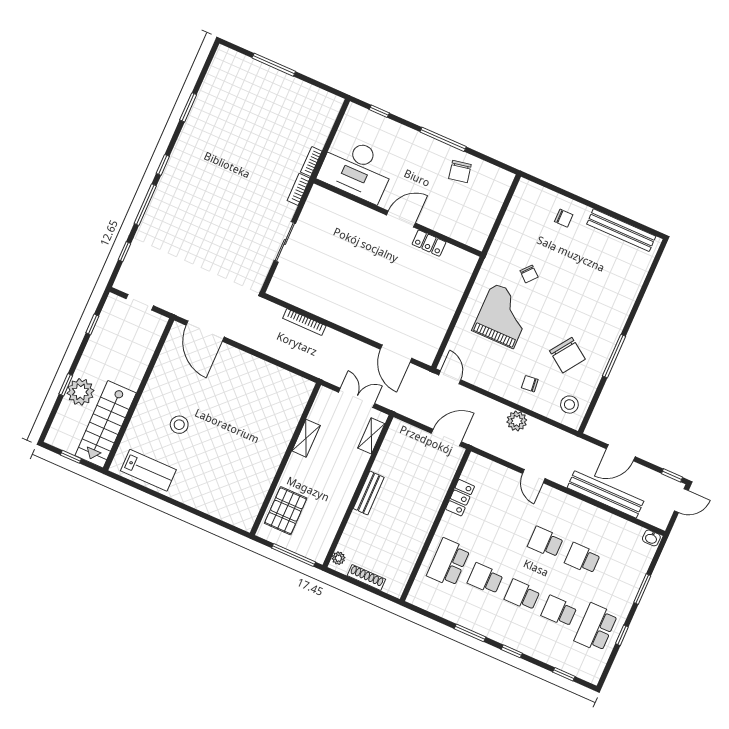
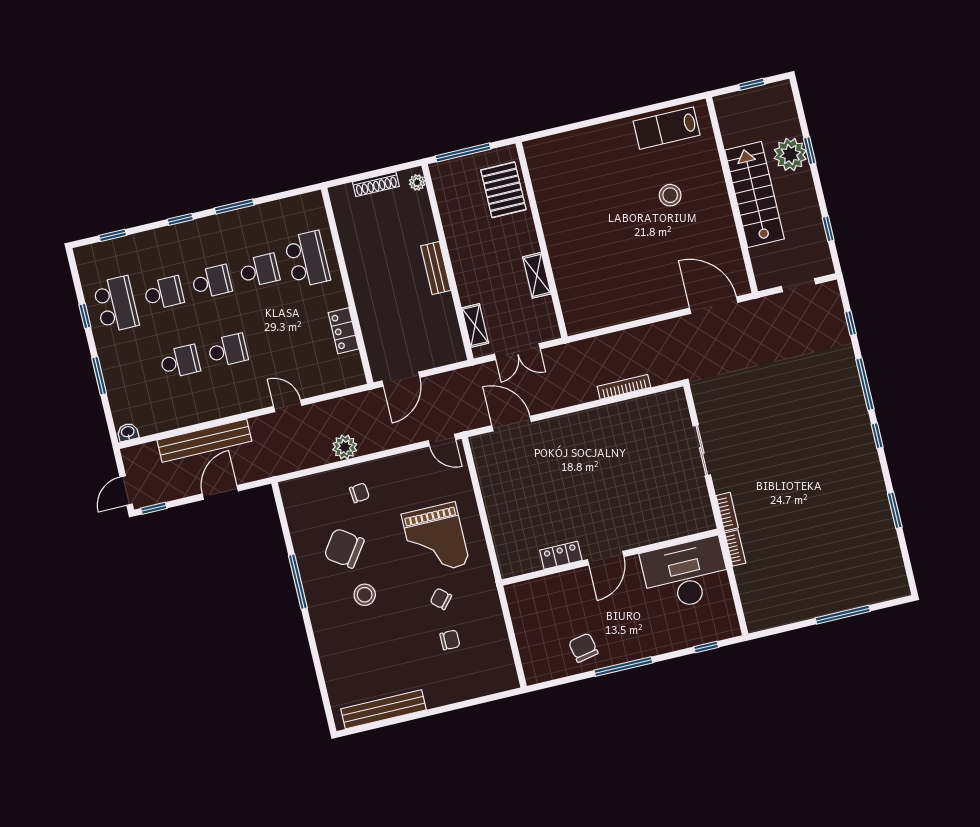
chair: (564, 218) -> (450, 640), moved, turned 180
stool: (569, 405) -> (365, 595), moved
stairs: (106, 424) -> (755, 195), moved

